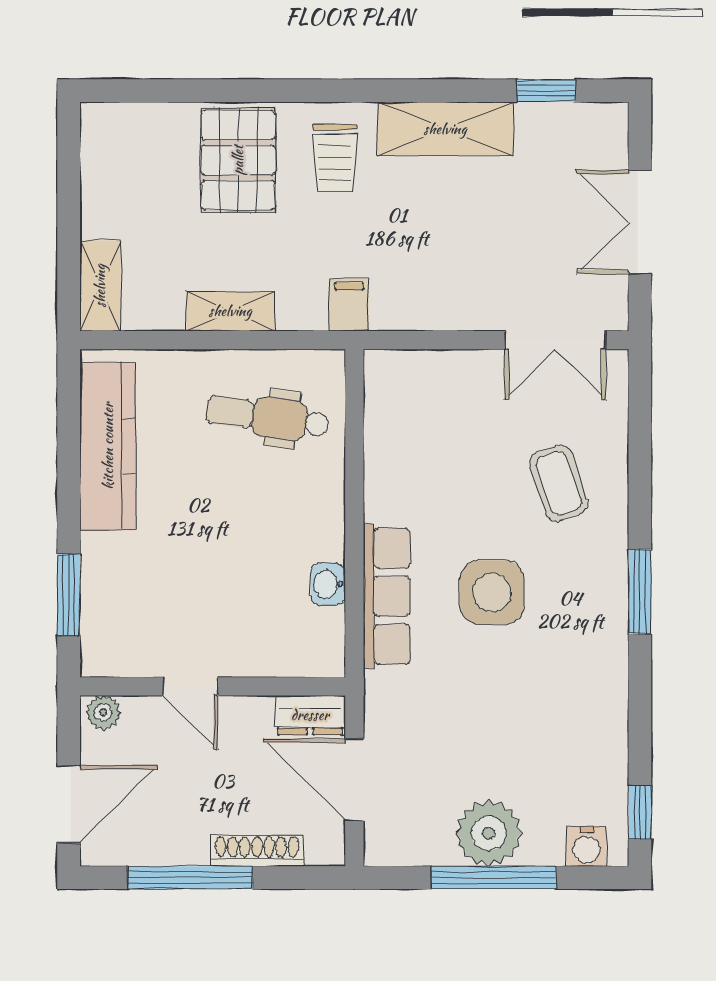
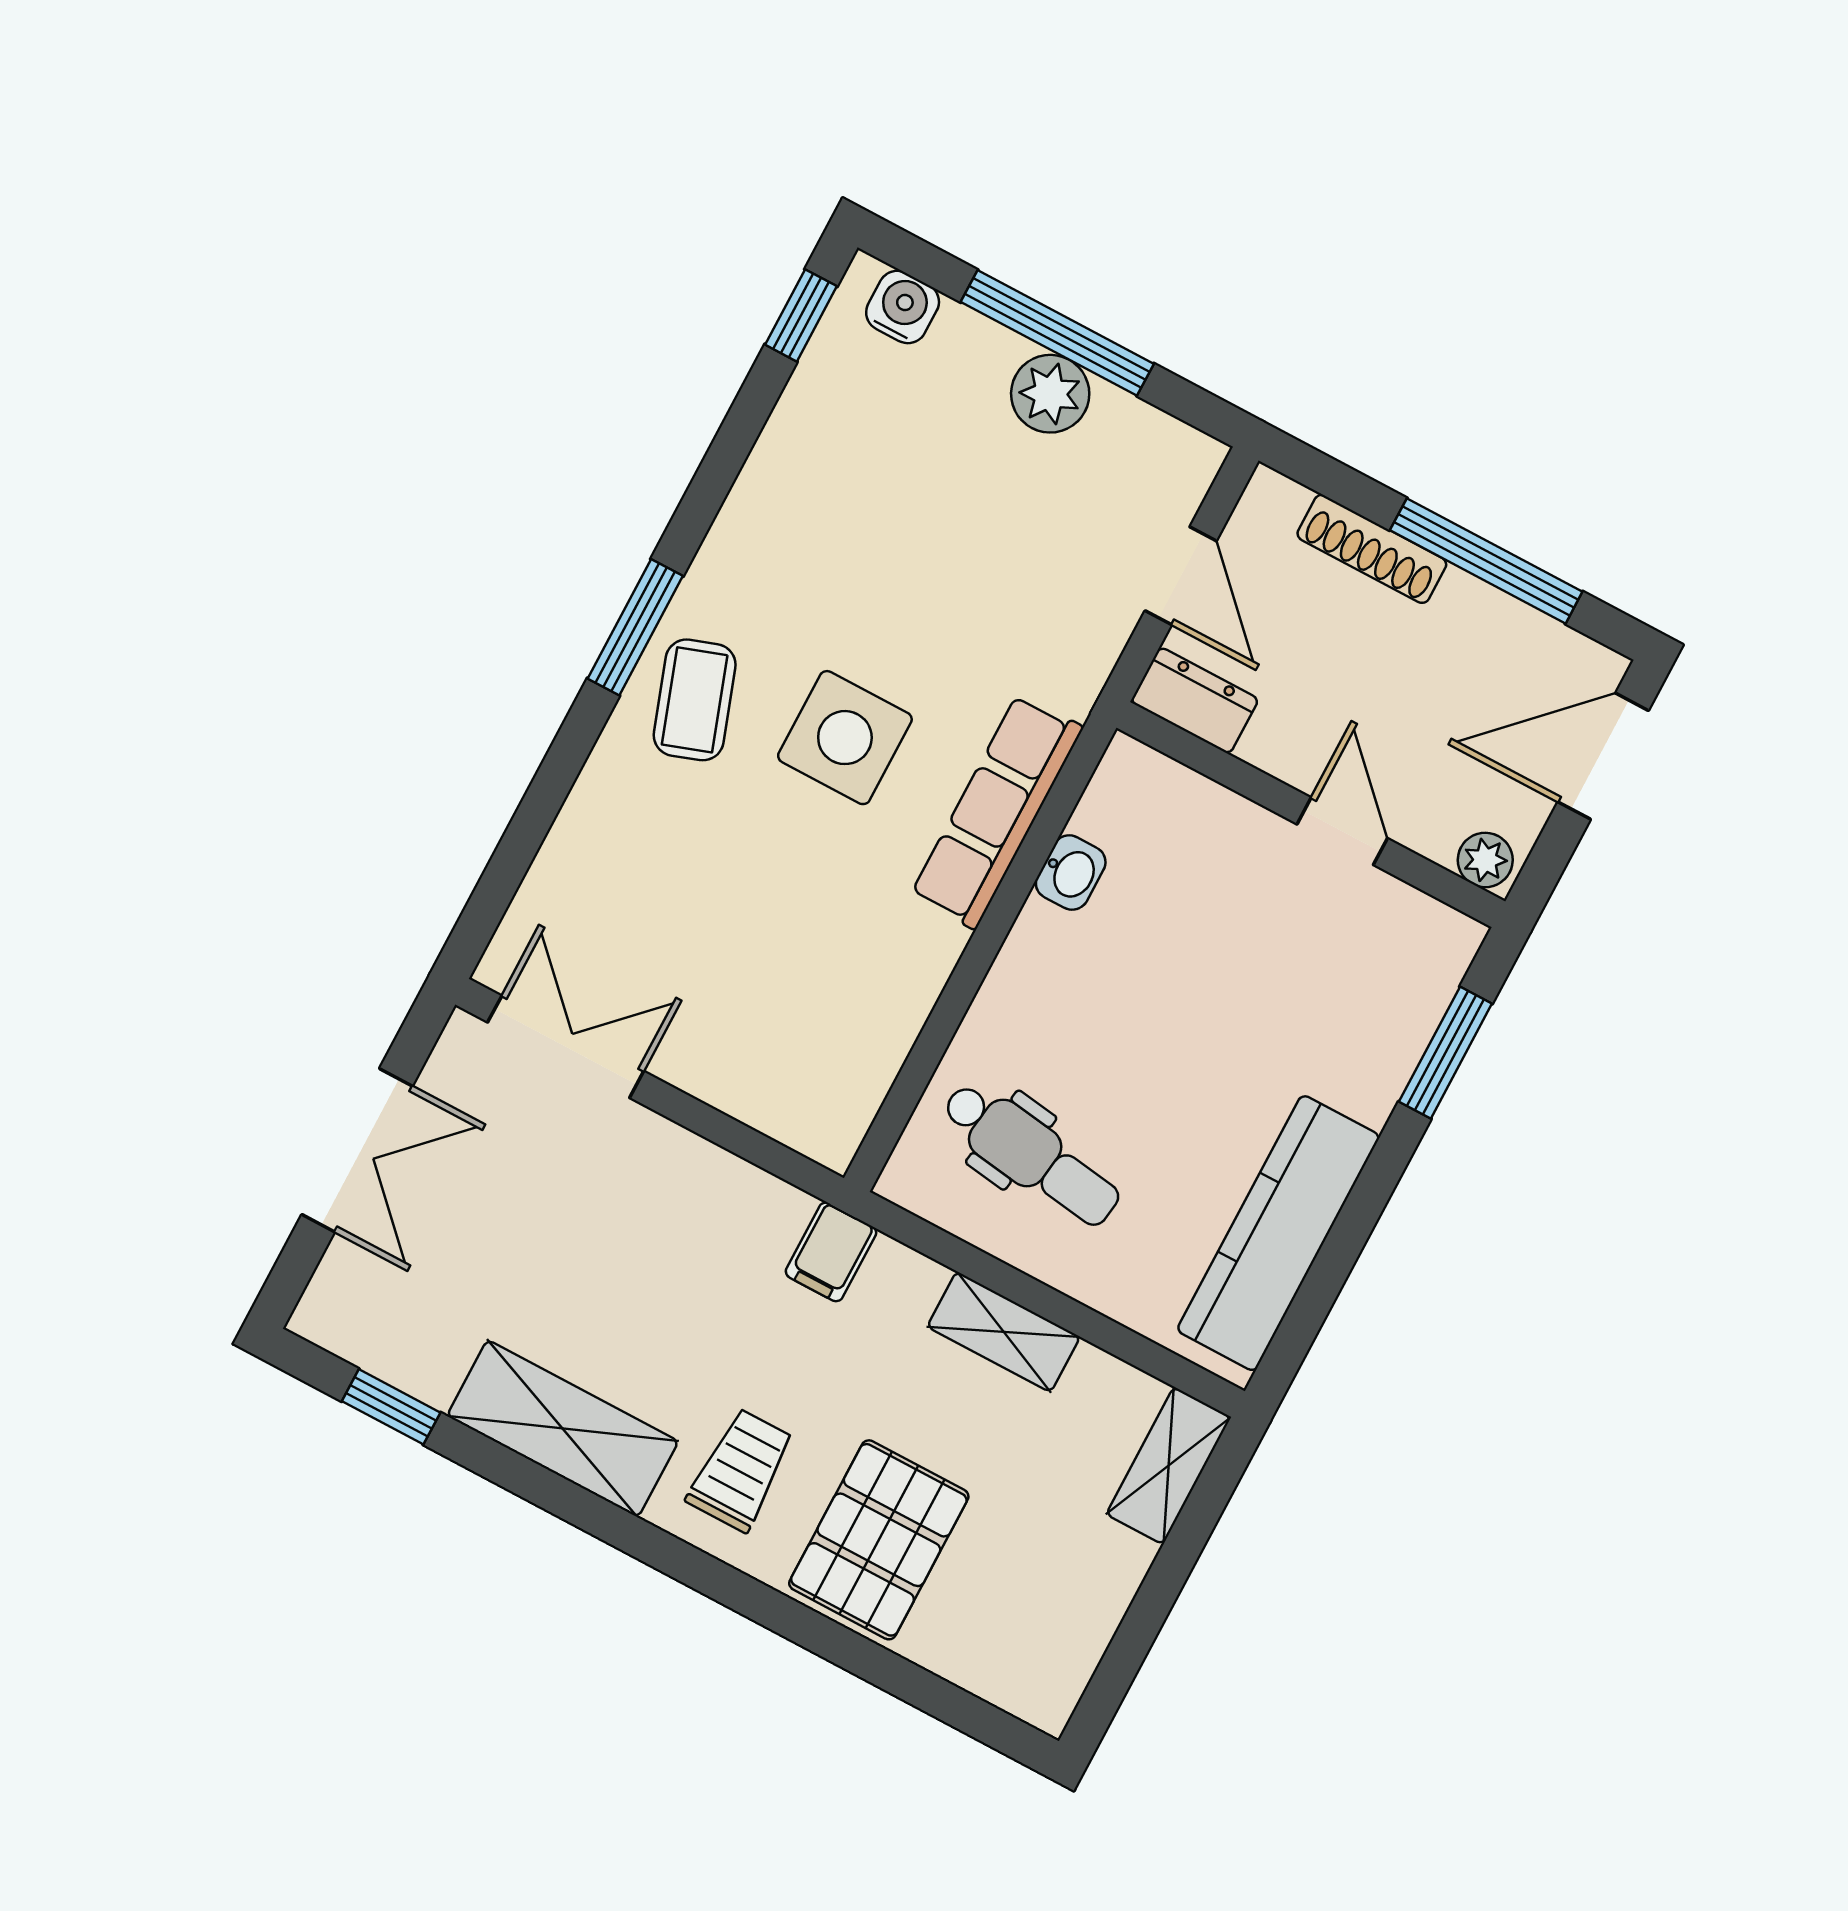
coffee table: (558, 483) -> (695, 700), moved
door: (354, 780) -> (1181, 576), width x0.73
plant: (488, 833) -> (1050, 394), width x0.73, depth x0.73

